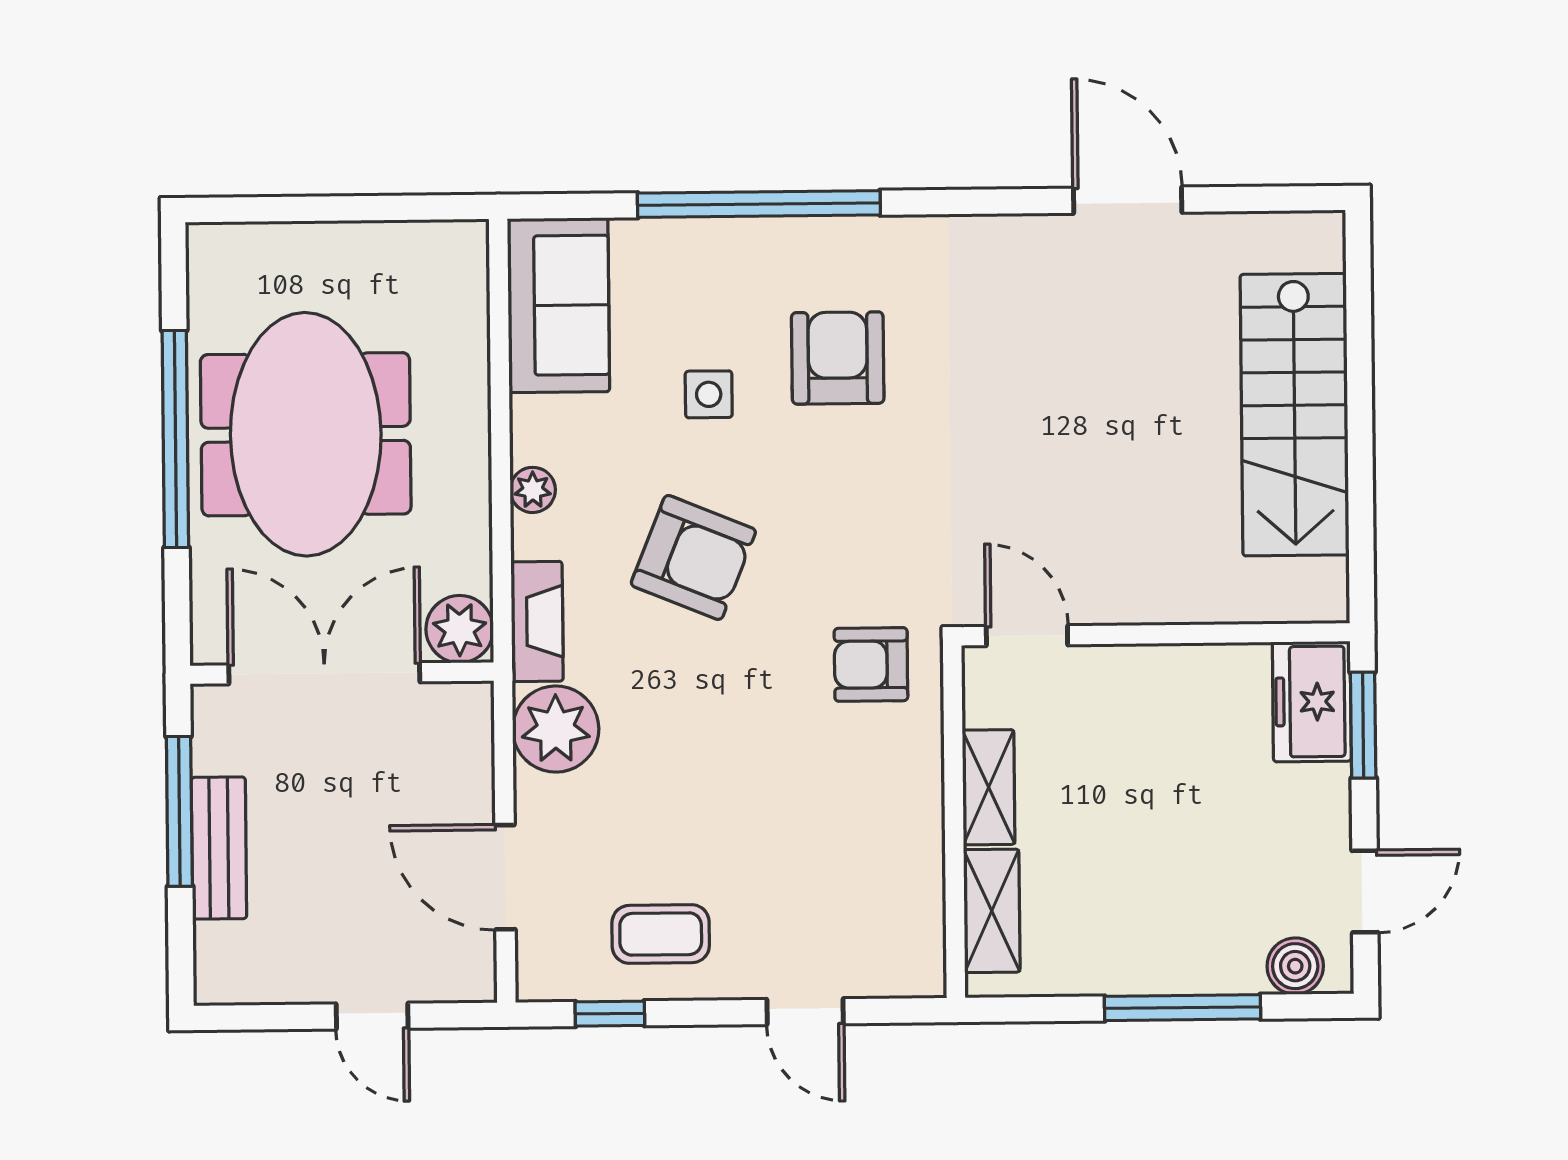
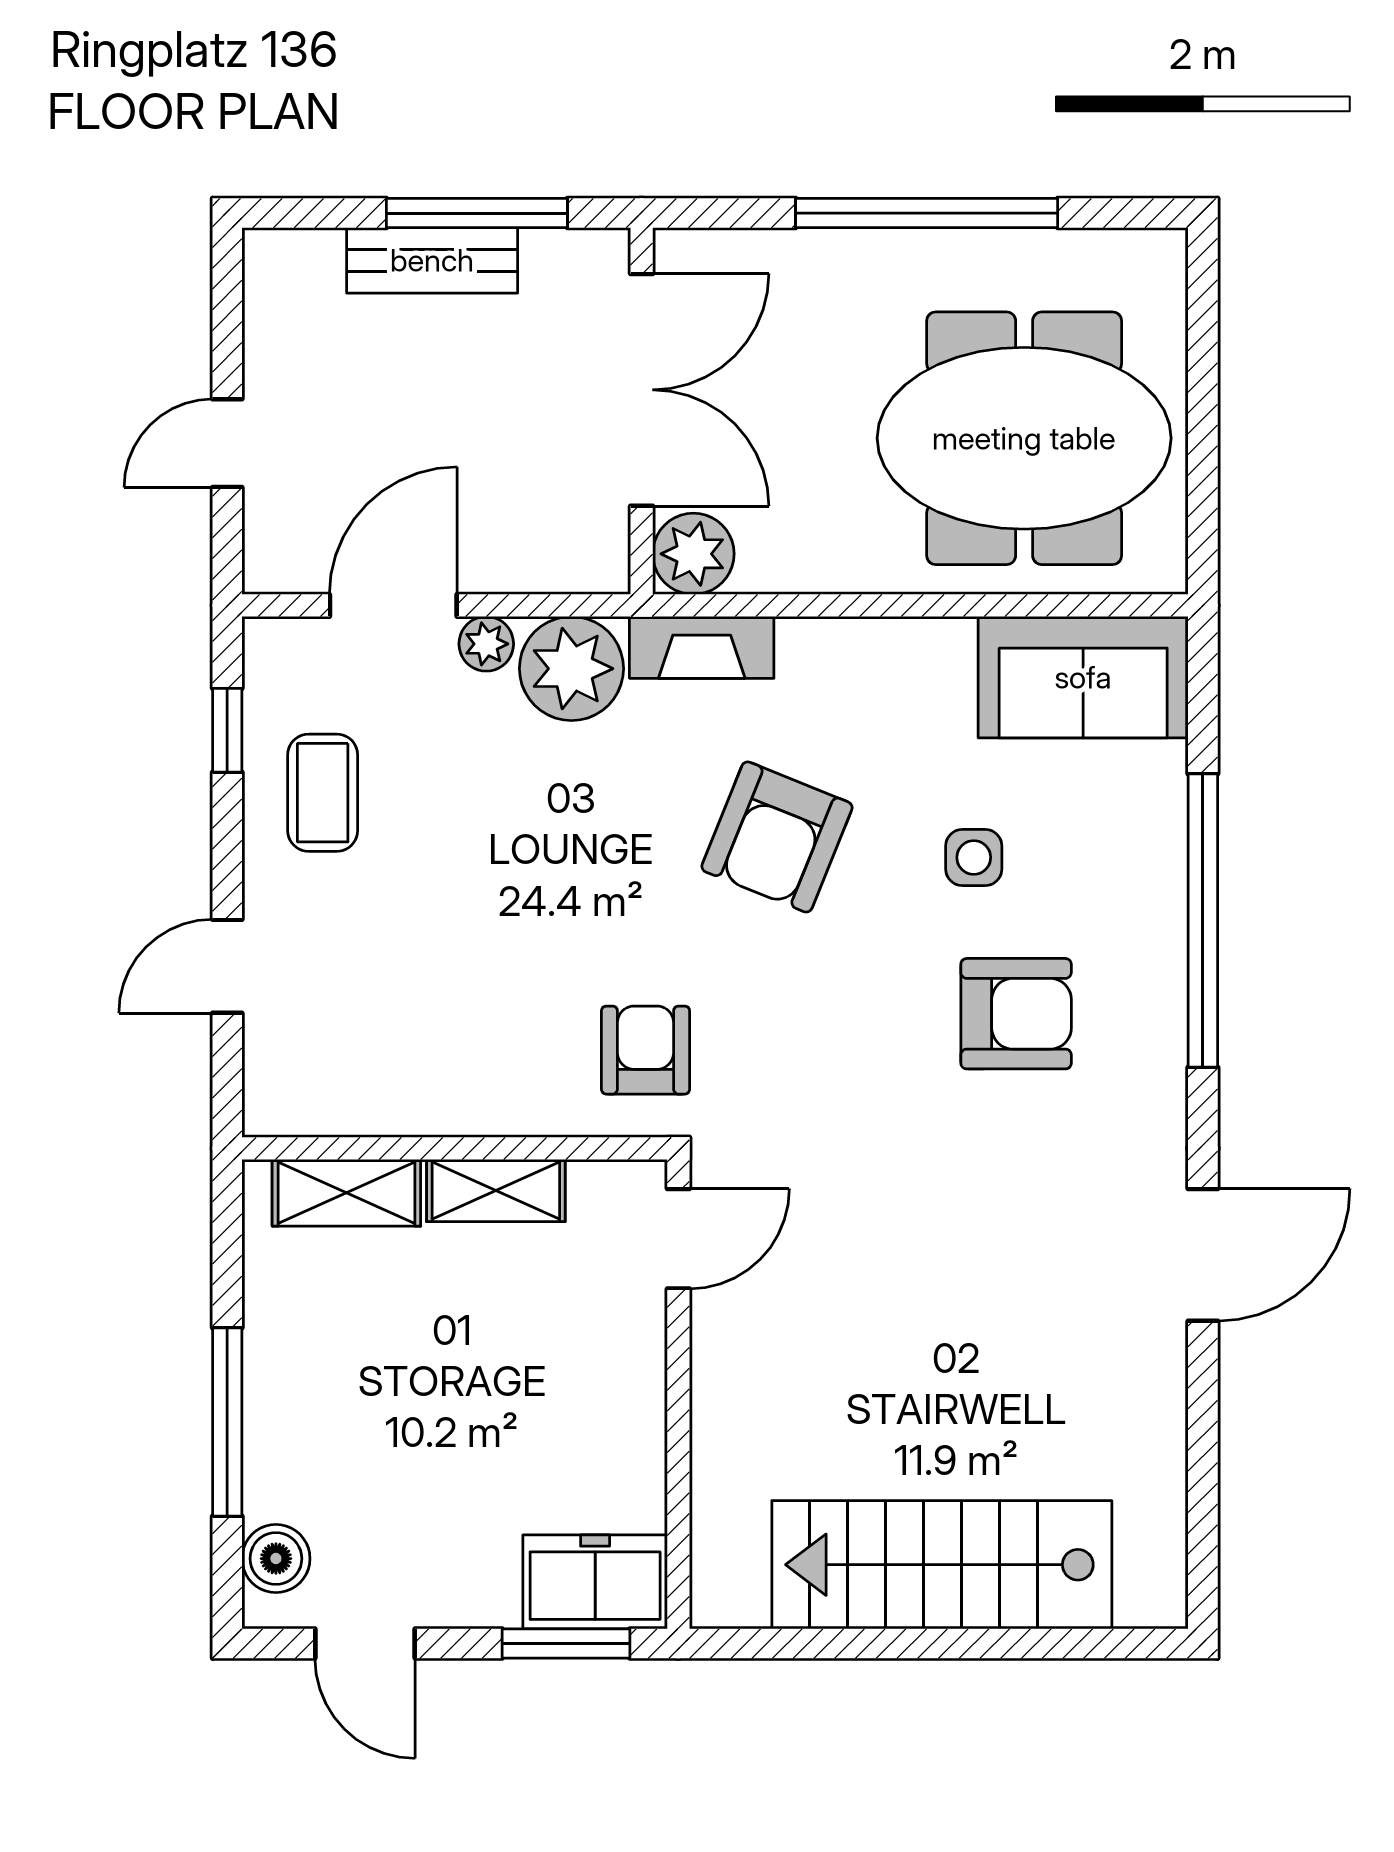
door: (1128, 200) -> (1203, 1255), moved
meeting table: (306, 434) -> (1024, 438), moved
plant: (533, 490) -> (486, 644), moved

